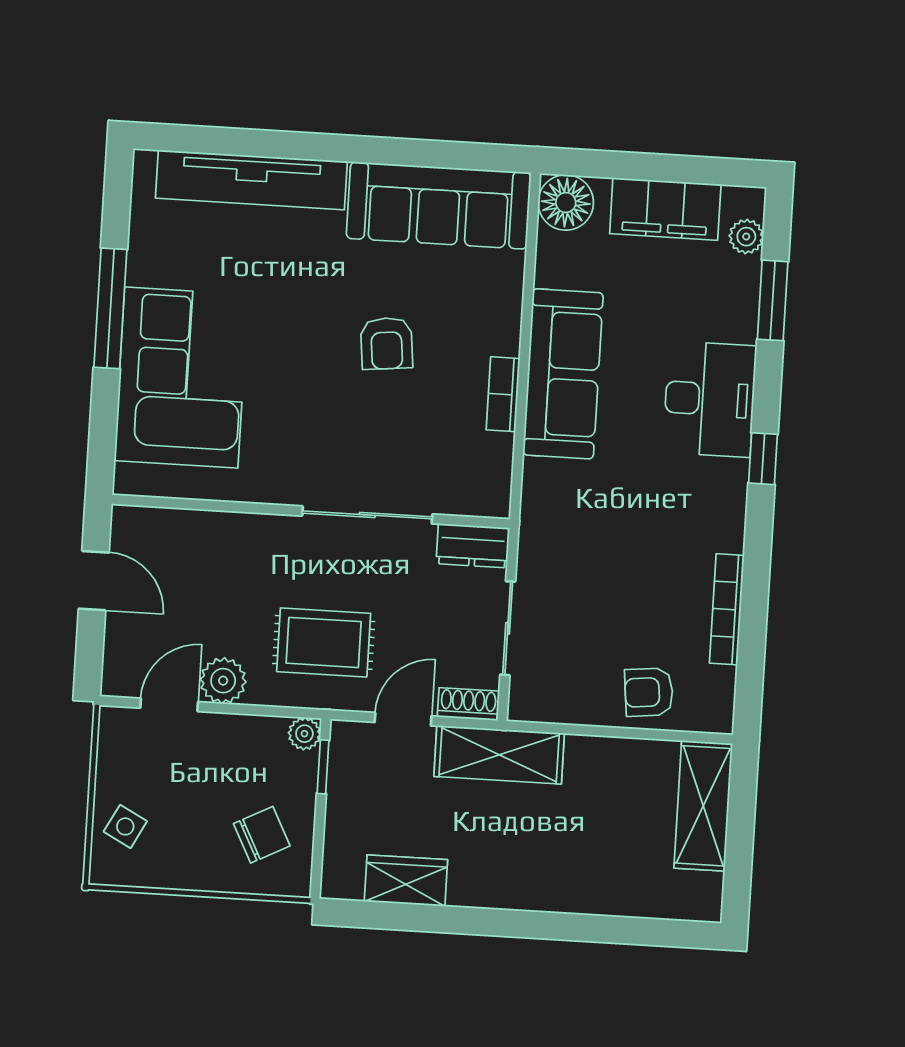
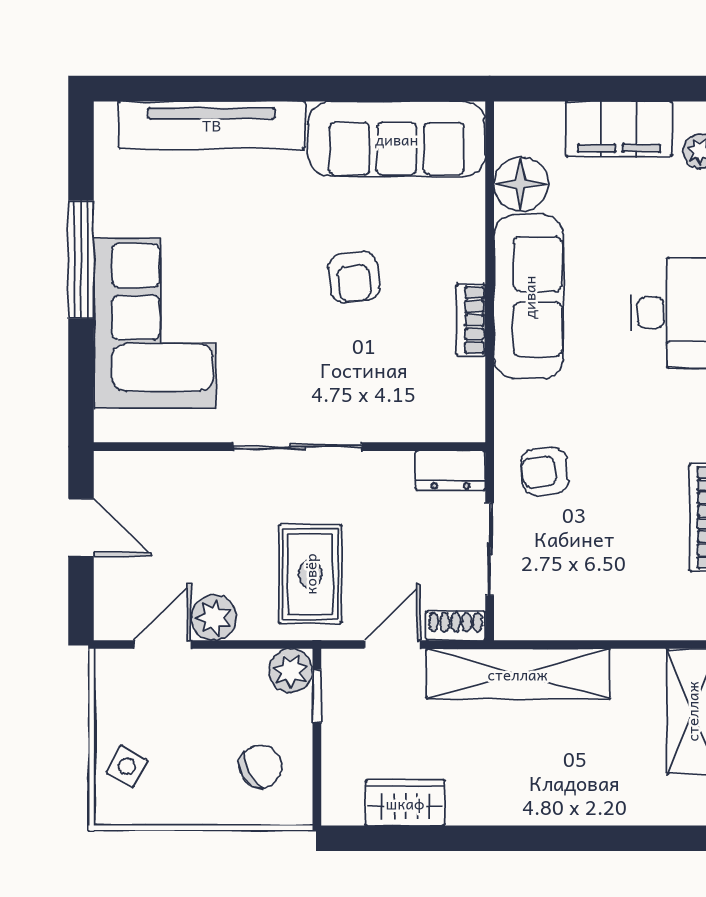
floor lamp: (566, 203) -> (521, 184), moved
sliding door: (367, 515) -> (297, 447), moved
rug: (324, 642) -> (310, 574), turned 90
armchair: (649, 692) -> (544, 472), moved
plant: (304, 734) -> (291, 671), width x1.38, depth x1.38
shelving: (499, 755) -> (518, 674), width x1.47

